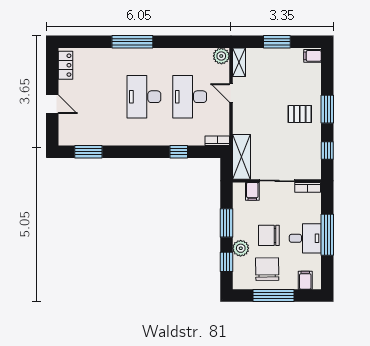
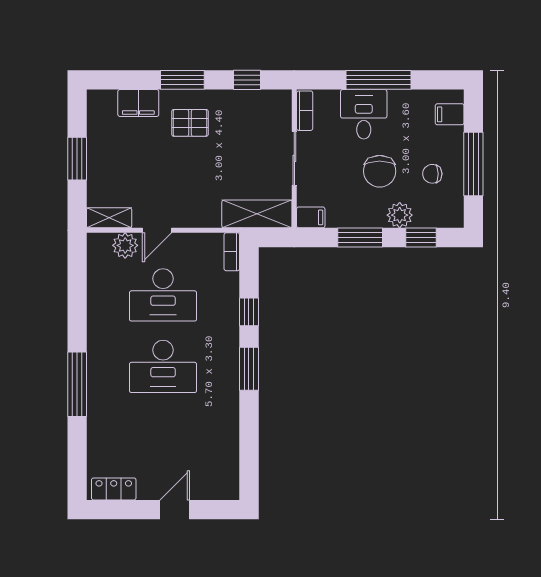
plant: (221, 56) -> (125, 245), moved
filing cabinet: (312, 56) -> (138, 103), moved, width x2.00
pallet: (300, 114) -> (190, 123), turned 90
window: (88, 152) -> (249, 369), moved
filing cabinet: (252, 191) -> (311, 217), moved
desk: (305, 238) -> (364, 114), moved
chair: (267, 269) -> (432, 174), width x0.54, depth x0.54

